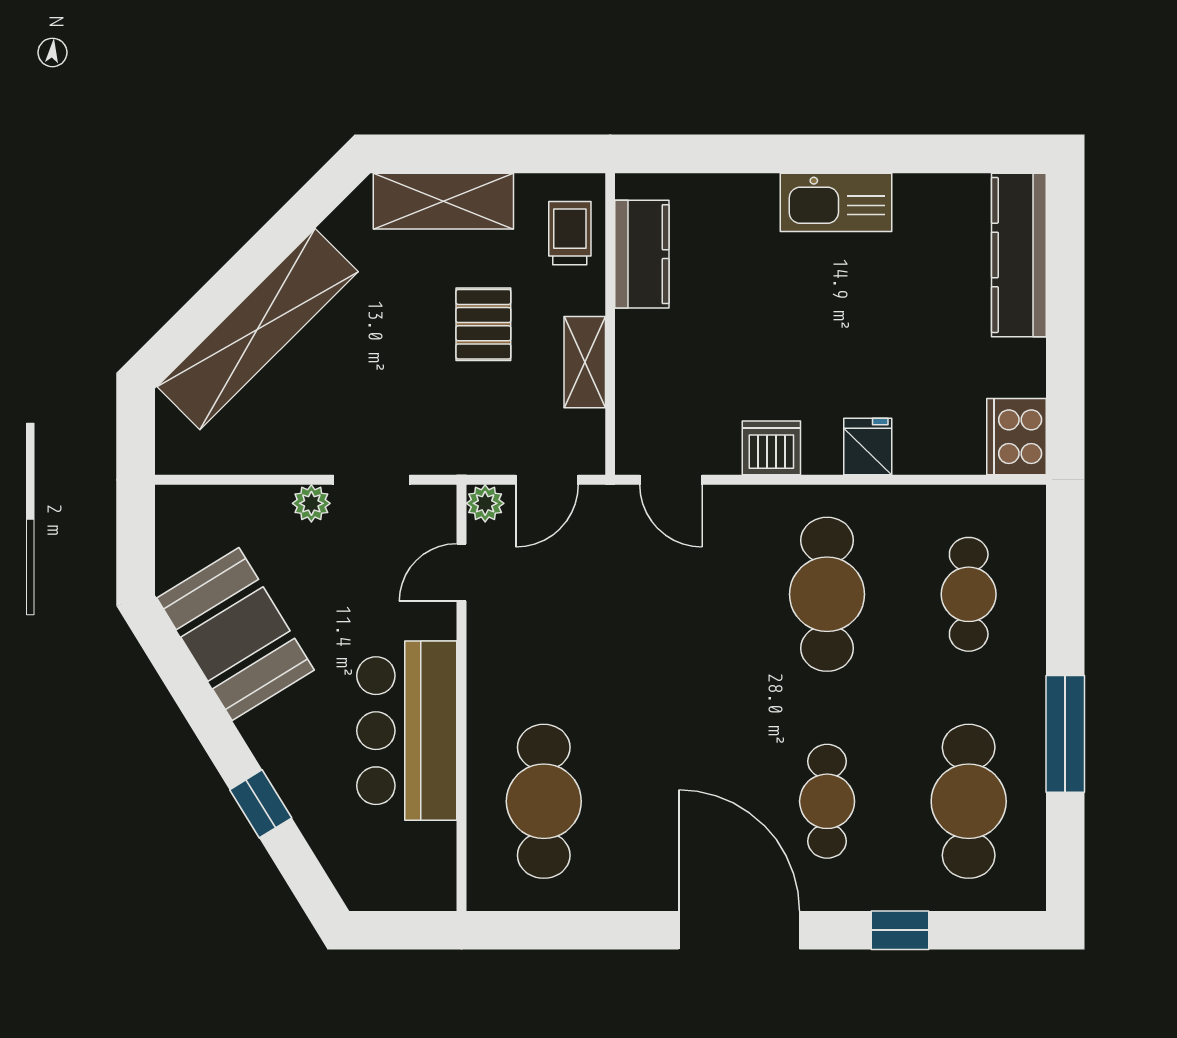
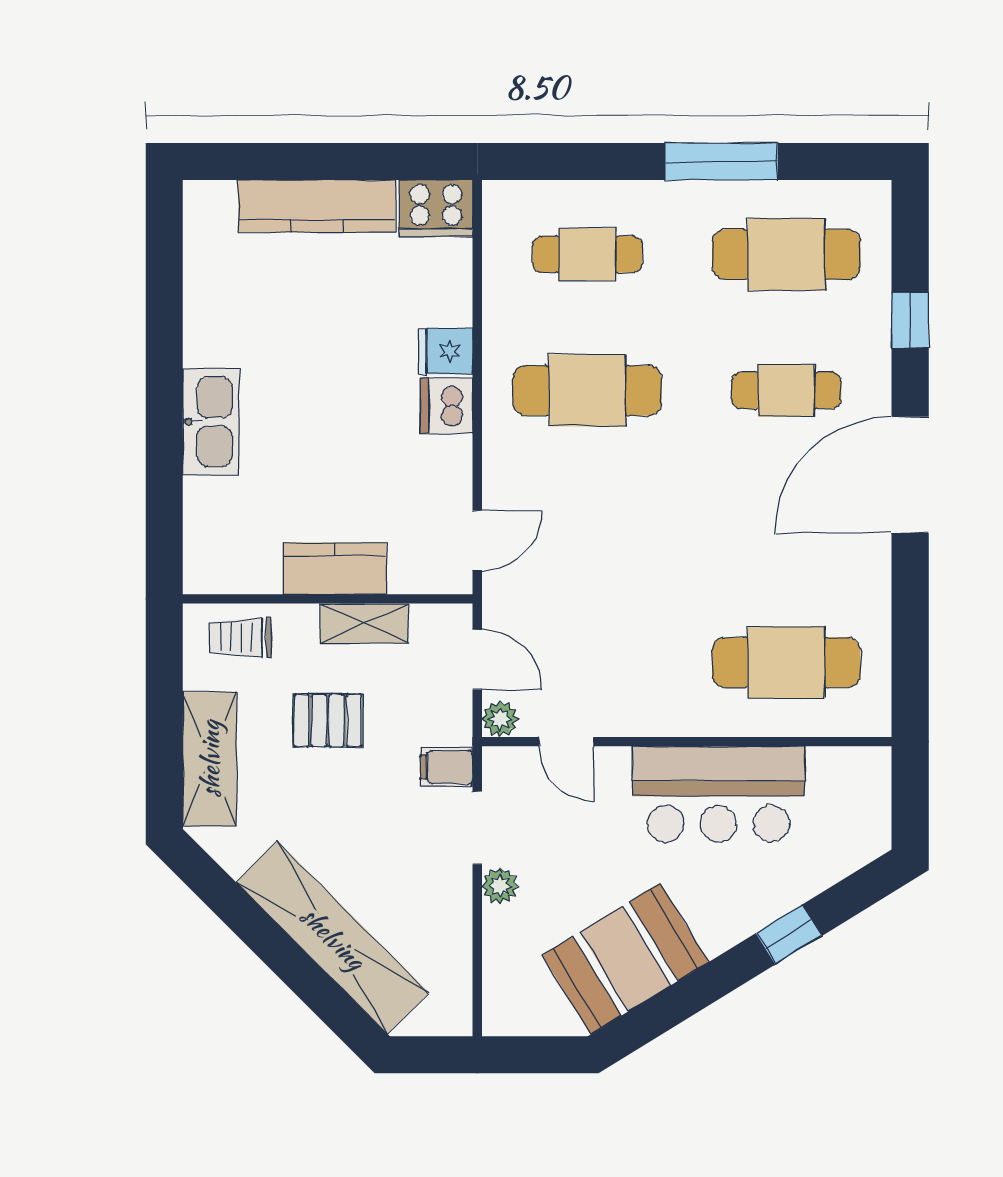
kitchen sink: (836, 202) -> (211, 422), moved
kitchen counter: (642, 254) -> (335, 568), moved
kitchen counter: (1019, 255) -> (317, 206), moved
filing cabinet: (435, 448) -> (446, 767), added
dishwasher: (771, 448) -> (447, 406), moved

